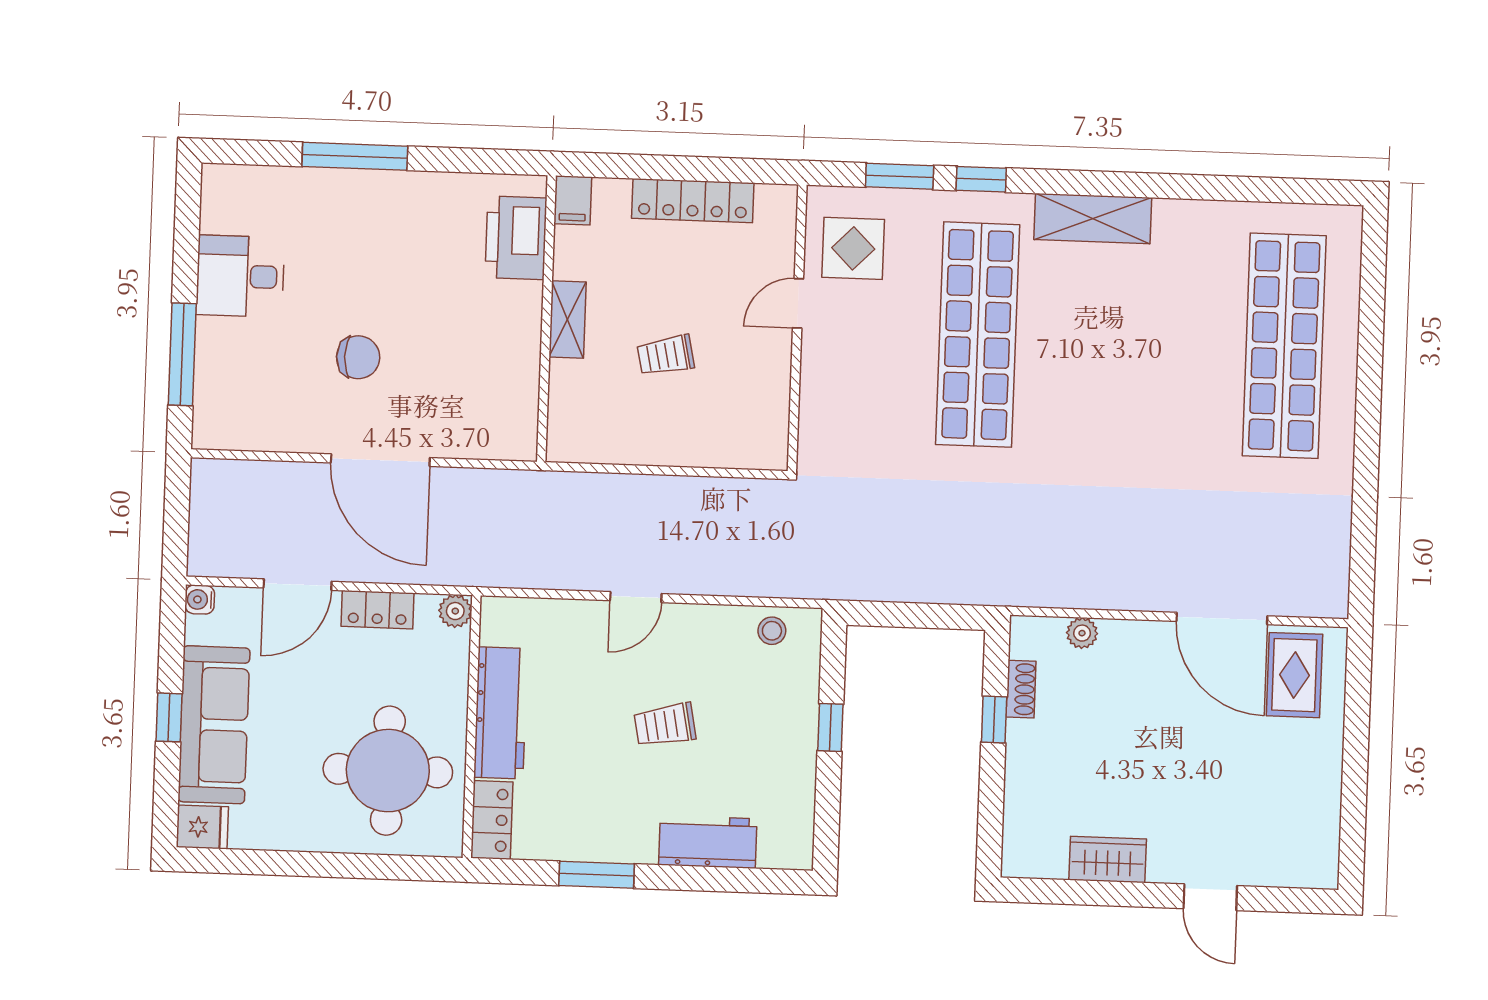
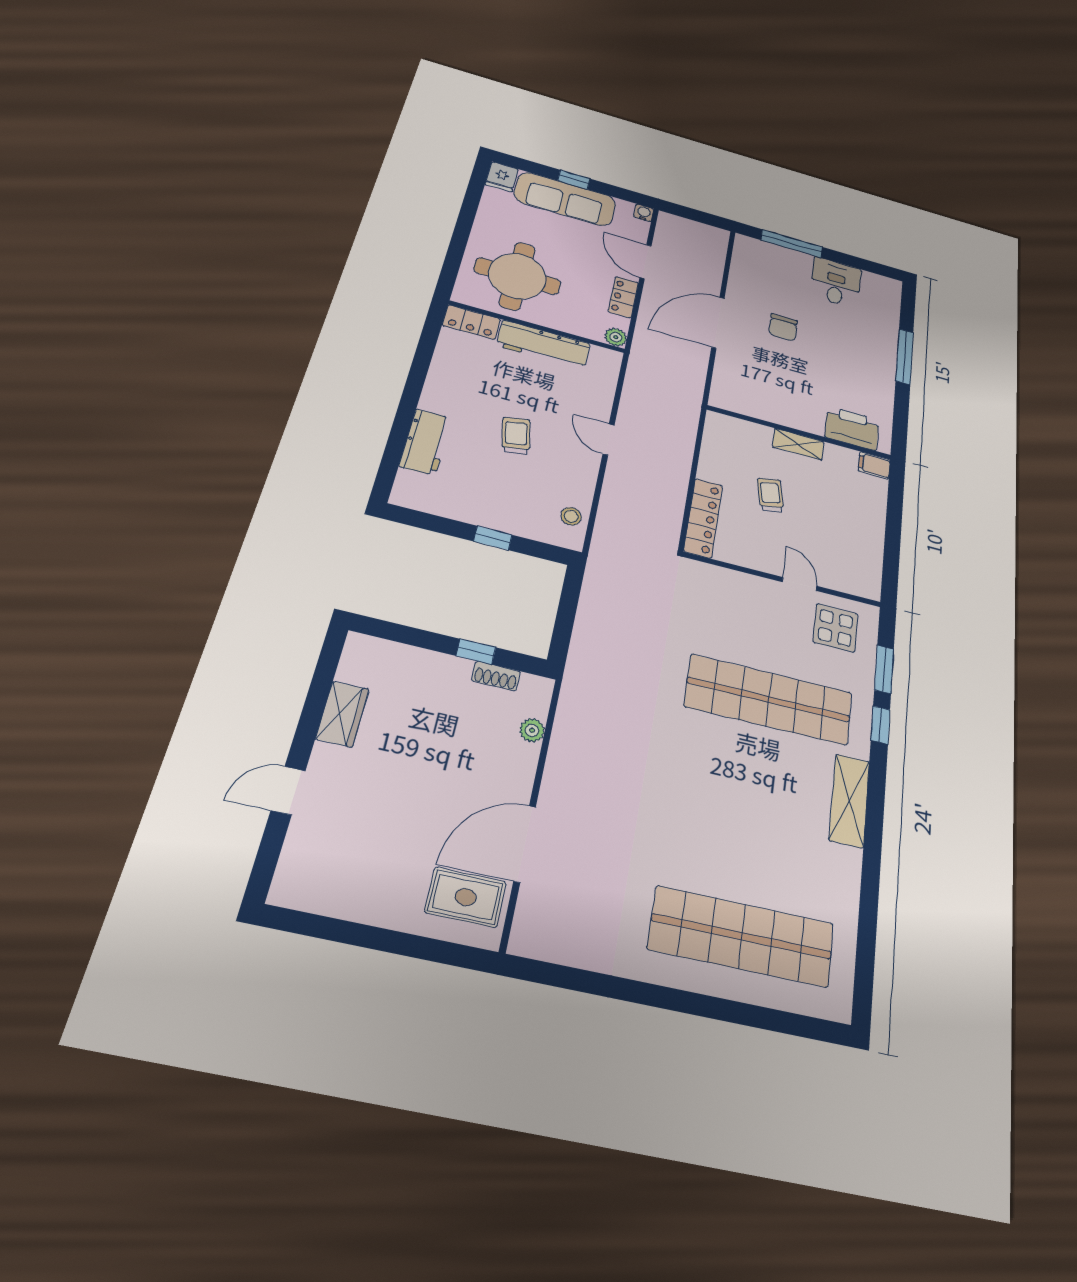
locker: (693, 201) -> (703, 518), moved, turned 180
window: (597, 875) -> (419, 371), removed

